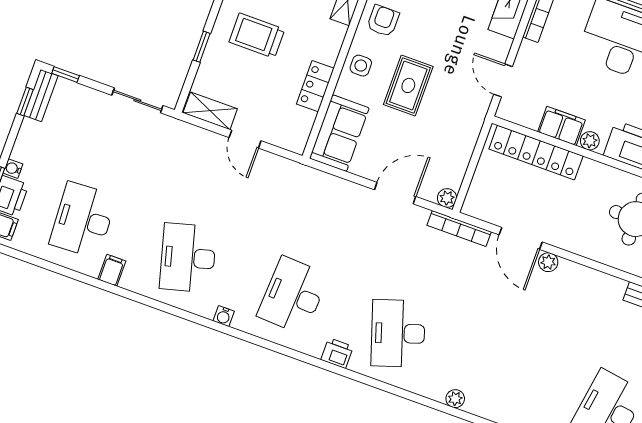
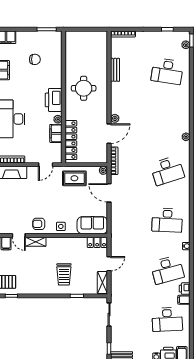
rug: (408, 85) -> (74, 178), moved
locker: (315, 86) -> (97, 242), moved
printer: (337, 353) -> (185, 289), moved

